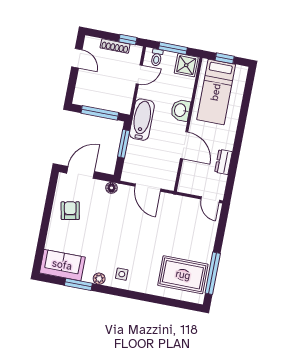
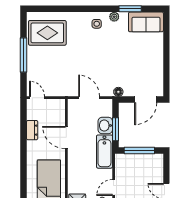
washbasin: (181, 110) -> (105, 125), moved, turned 180
armchair: (70, 211) -> (148, 67), removed
window: (213, 273) -> (24, 55), moved

